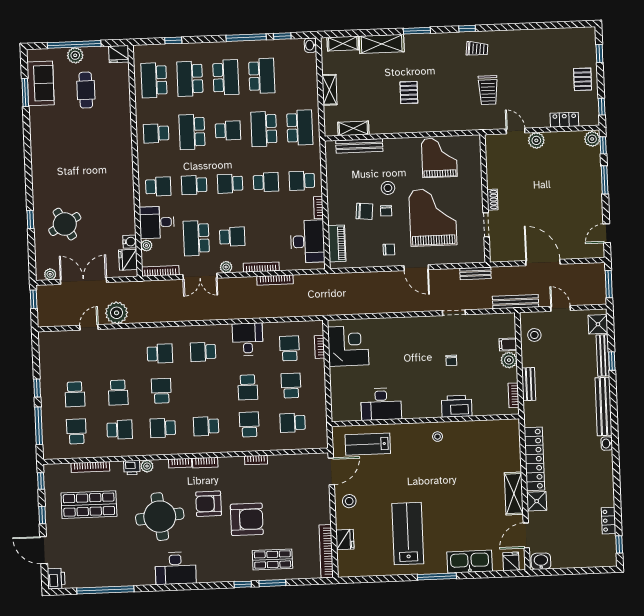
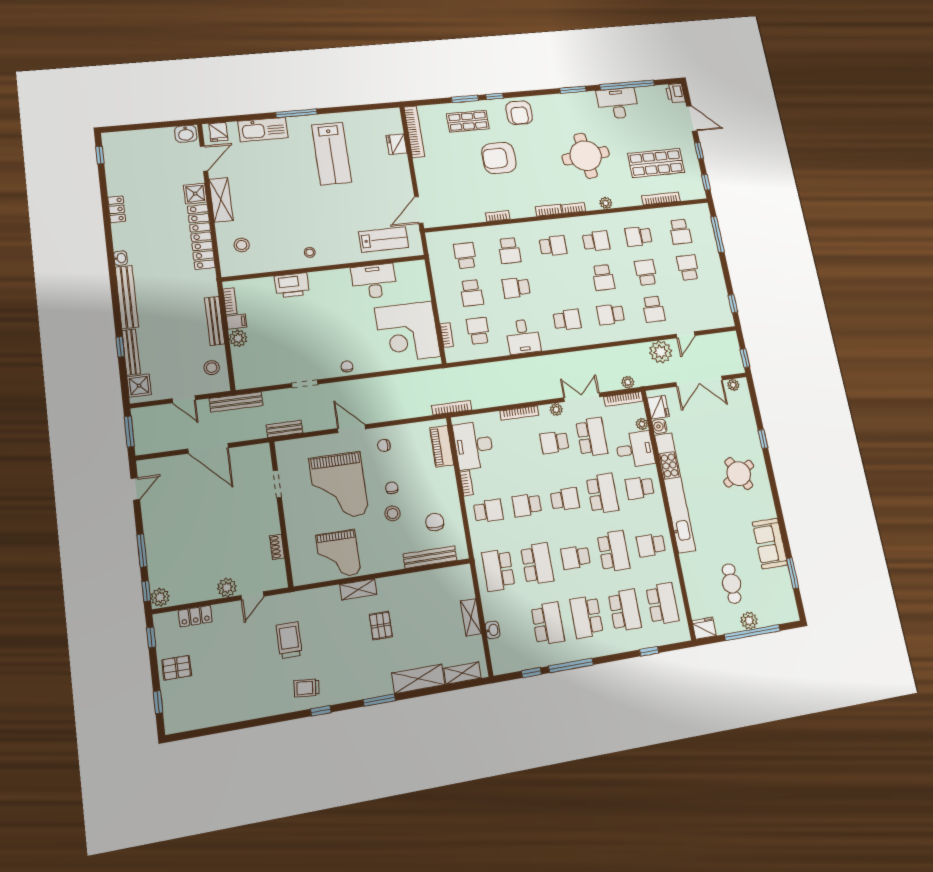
washbasin: (310, 45) -> (493, 630), moved
school desk: (262, 76) -> (548, 624), turned 180
pallet: (583, 79) -> (177, 668), turned 90
sofa: (41, 83) -> (770, 543), moved
shelving: (353, 128) -> (358, 589), moved
door: (516, 131) -> (252, 596), hinge flipped
school desk: (156, 133) -> (651, 545), turned 180
kitchen unit: (125, 179) -> (675, 492), added
school desk: (194, 185) -> (602, 493), width x1.85
shoe rack: (492, 200) -> (277, 547), moved
chair: (364, 211) -> (435, 522), moved, turned 85
round table: (65, 224) -> (739, 474), moved
bookcase: (275, 280) -> (452, 408), moved
plant: (154, 286) -> (628, 382), added
filing cabinet: (508, 345) -> (237, 322), moved
corner desk: (348, 346) -> (407, 332), width x1.36, depth x1.36
school desk: (290, 348) -> (478, 331), turned 180
school desk: (117, 355) -> (653, 309), added
chair: (451, 360) -> (347, 366), moved
bench: (529, 384) -> (215, 321), width x1.36
school desk: (248, 387) -> (516, 288), turned -90
window: (37, 388) -> (733, 304), moved
school desk: (293, 423) -> (465, 256), turned -90
printer: (132, 468) -> (620, 201), removed
stool: (349, 501) -> (242, 245), moved
armchair: (209, 504) -> (519, 113), moved, turned 90
locker: (609, 521) -> (117, 209), moved
desk: (175, 568) -> (618, 103), moved
window: (162, 588) -> (573, 90), added

